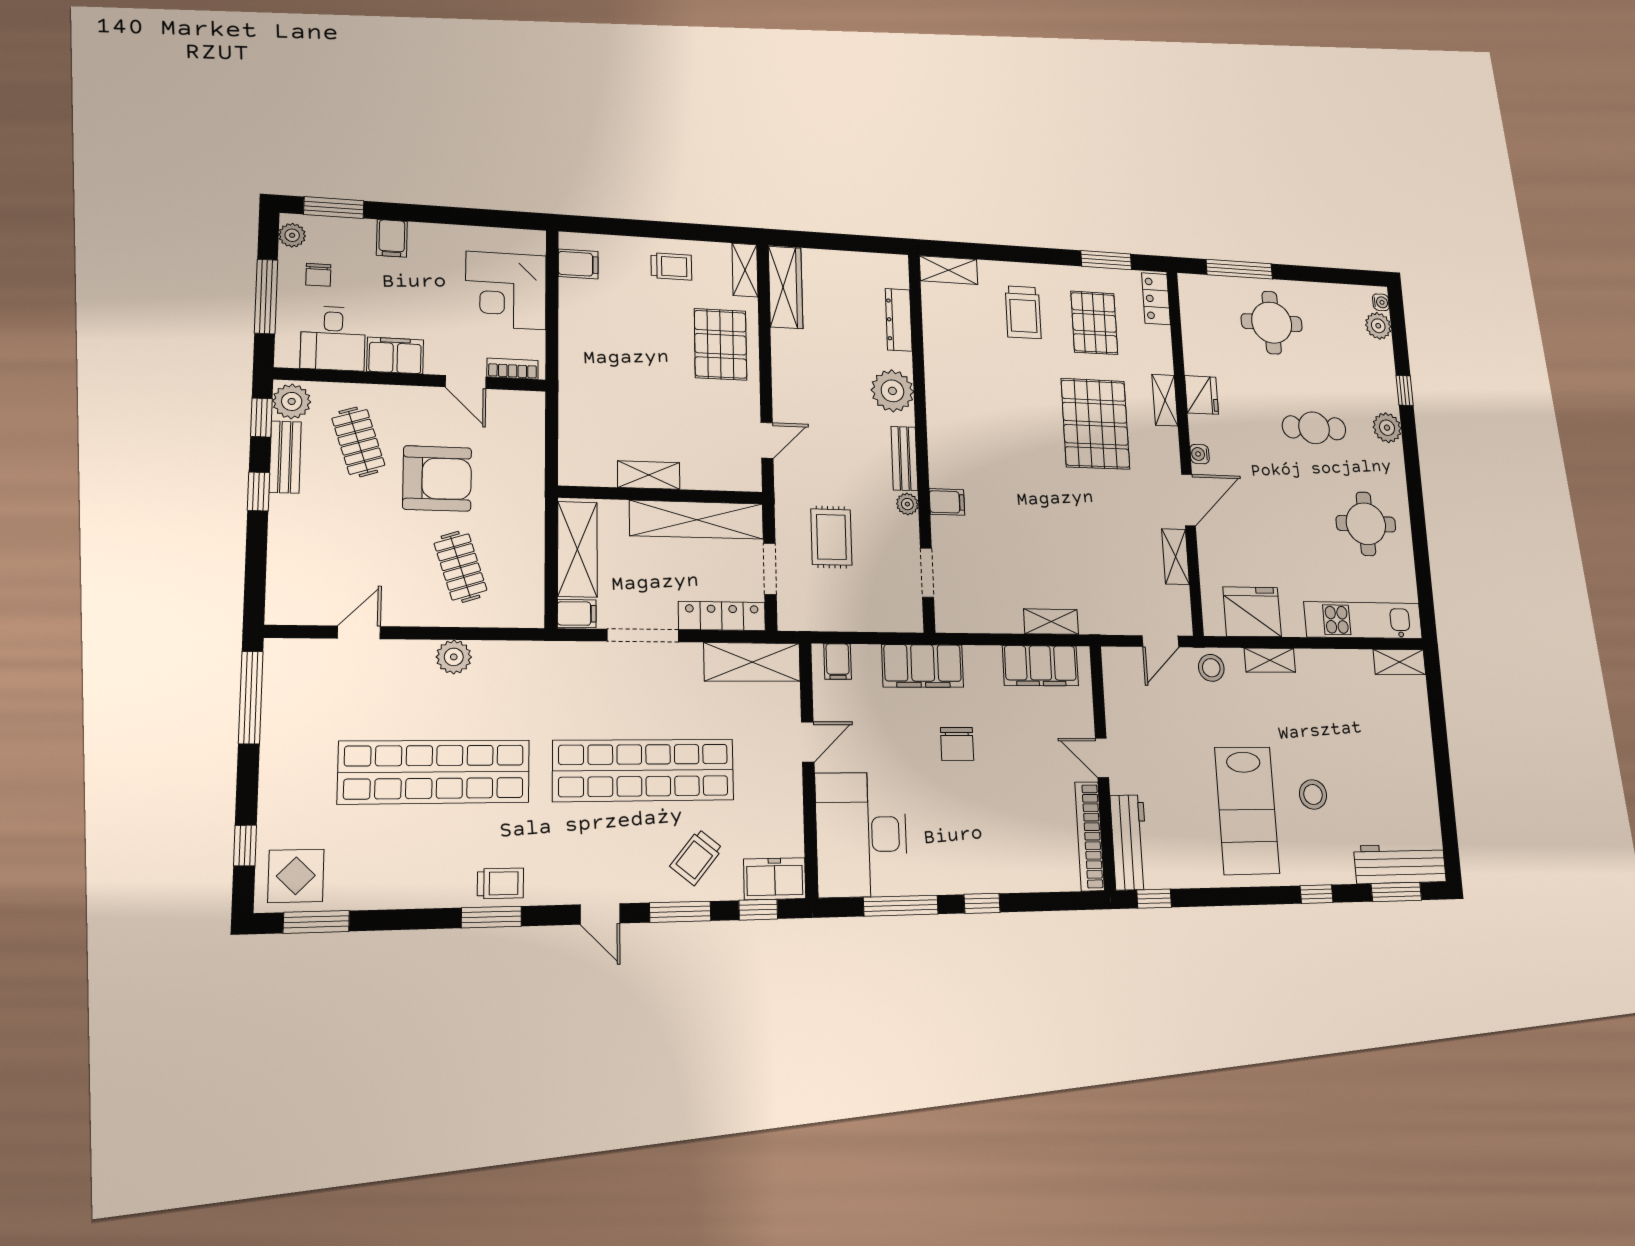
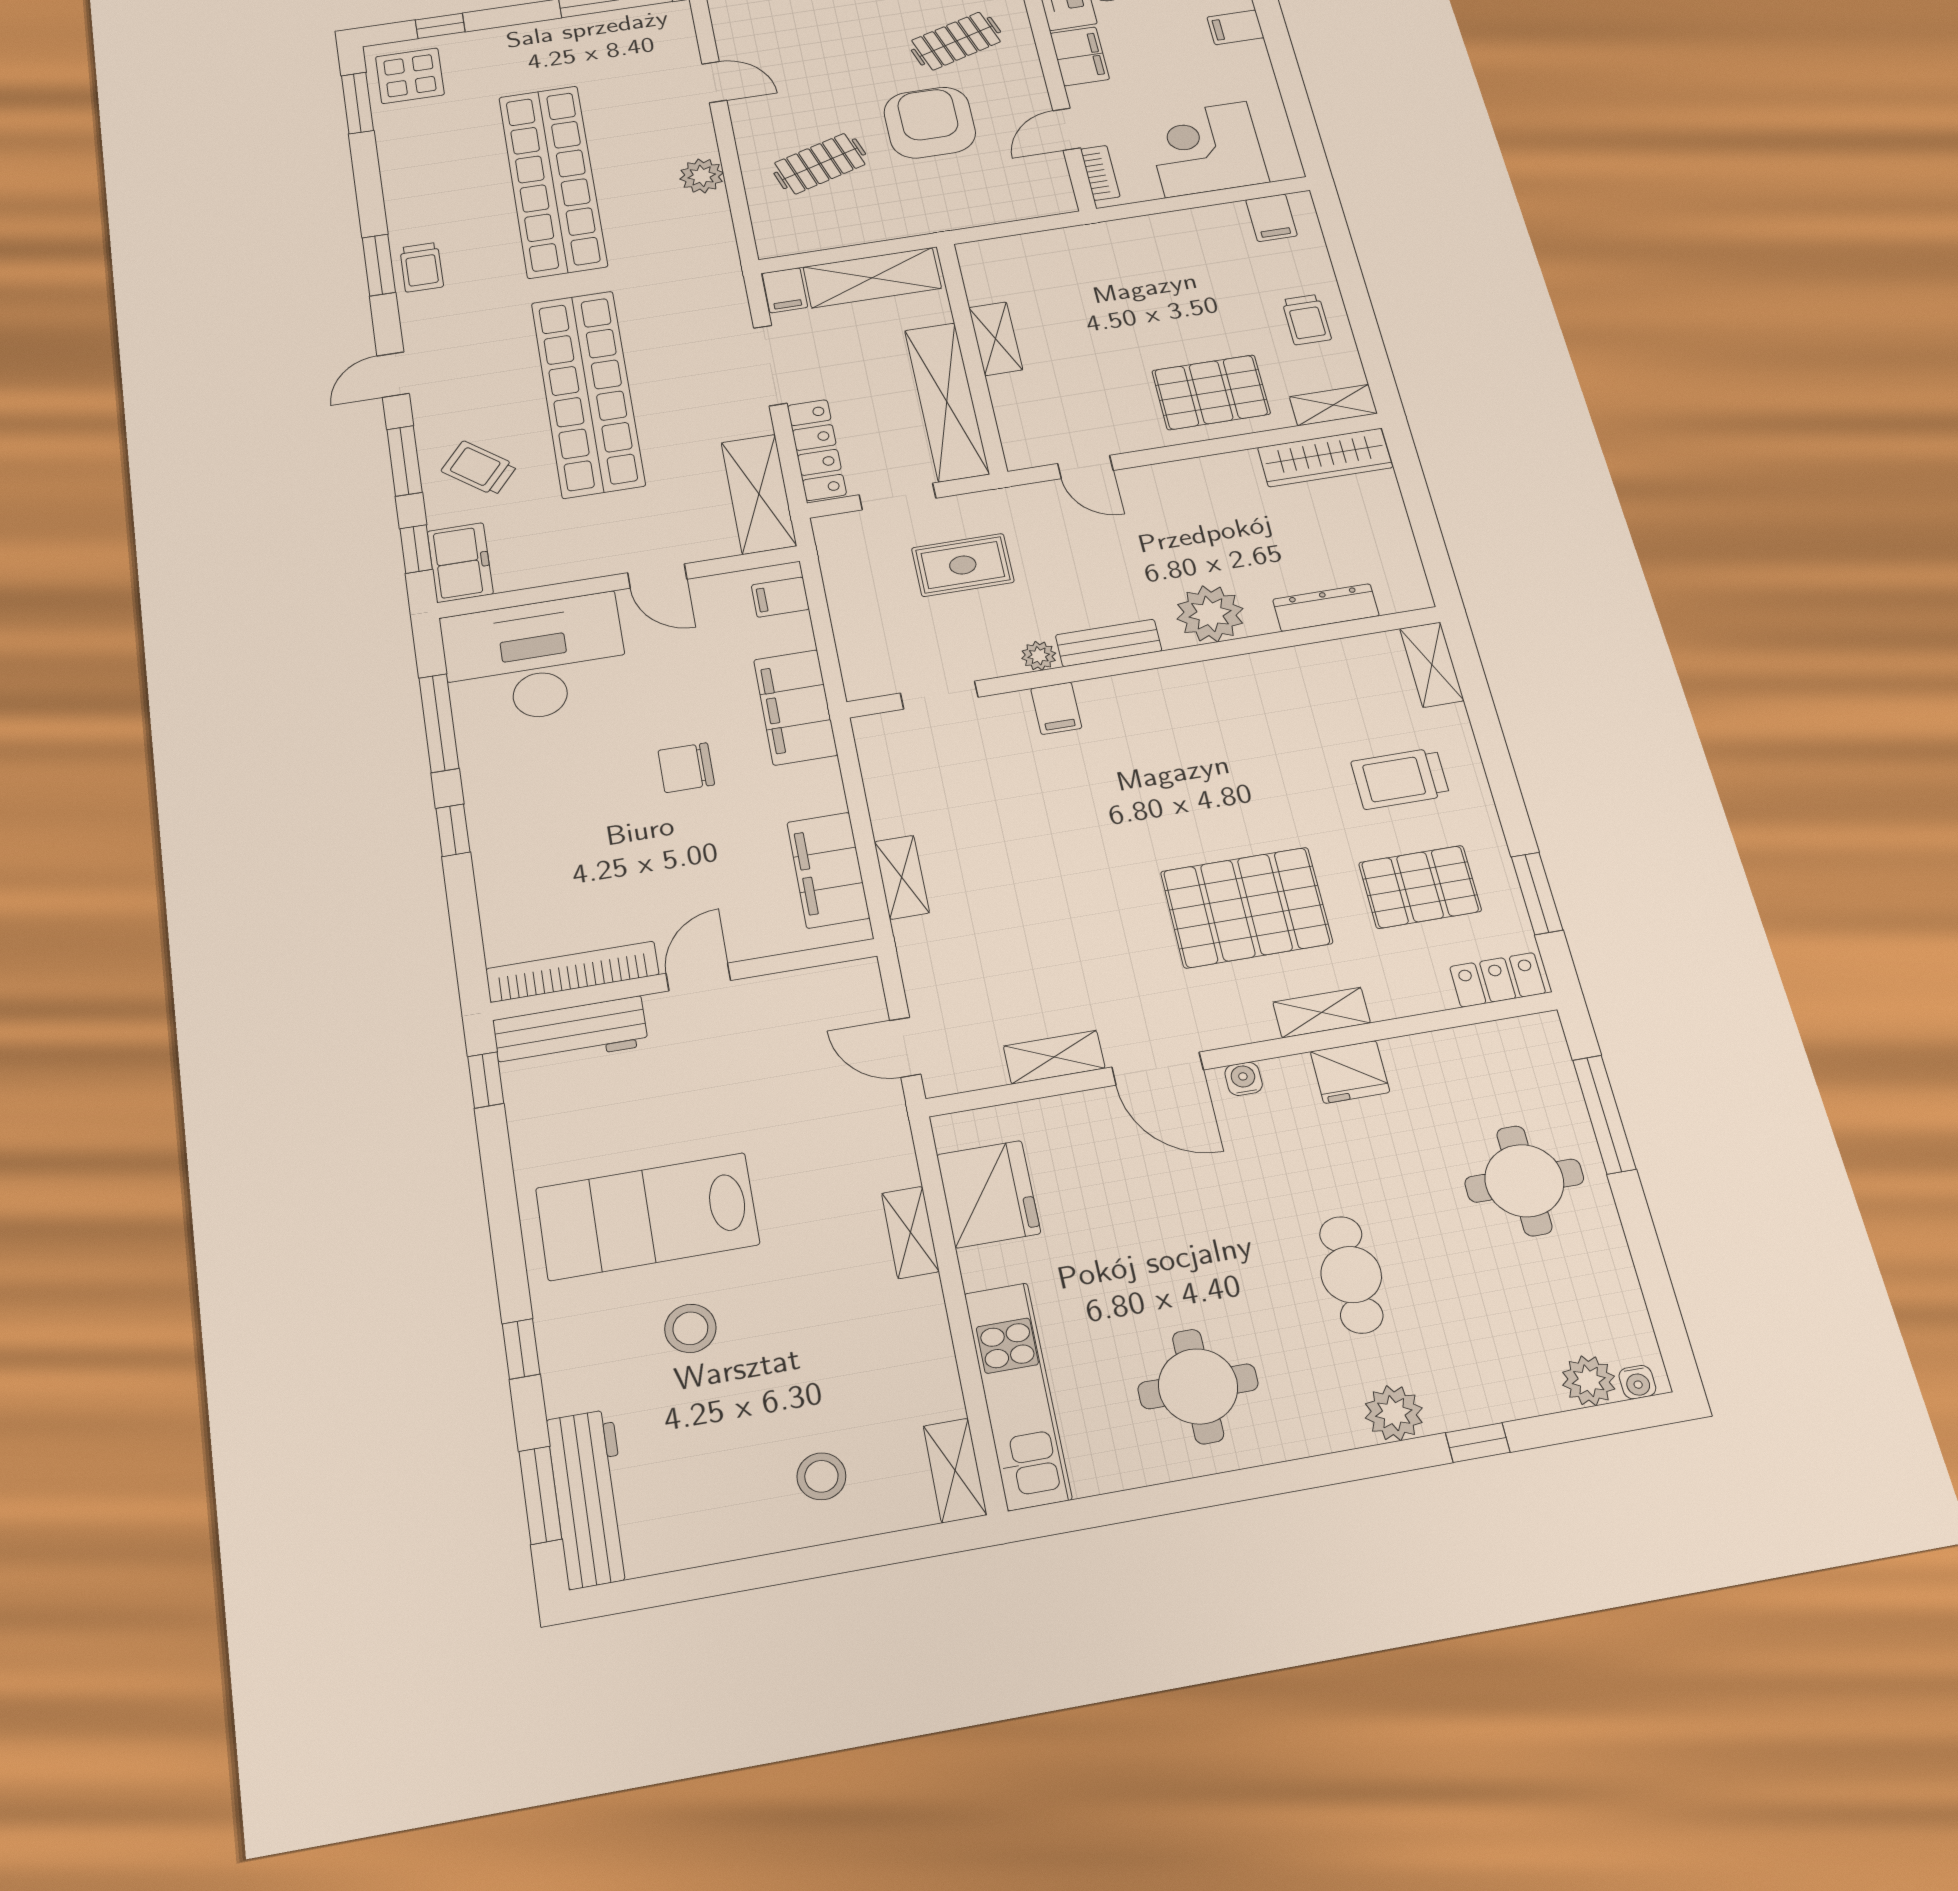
armchair: (437, 478) -> (930, 123), turned 180
stool: (1211, 668) -> (821, 1476), moved

